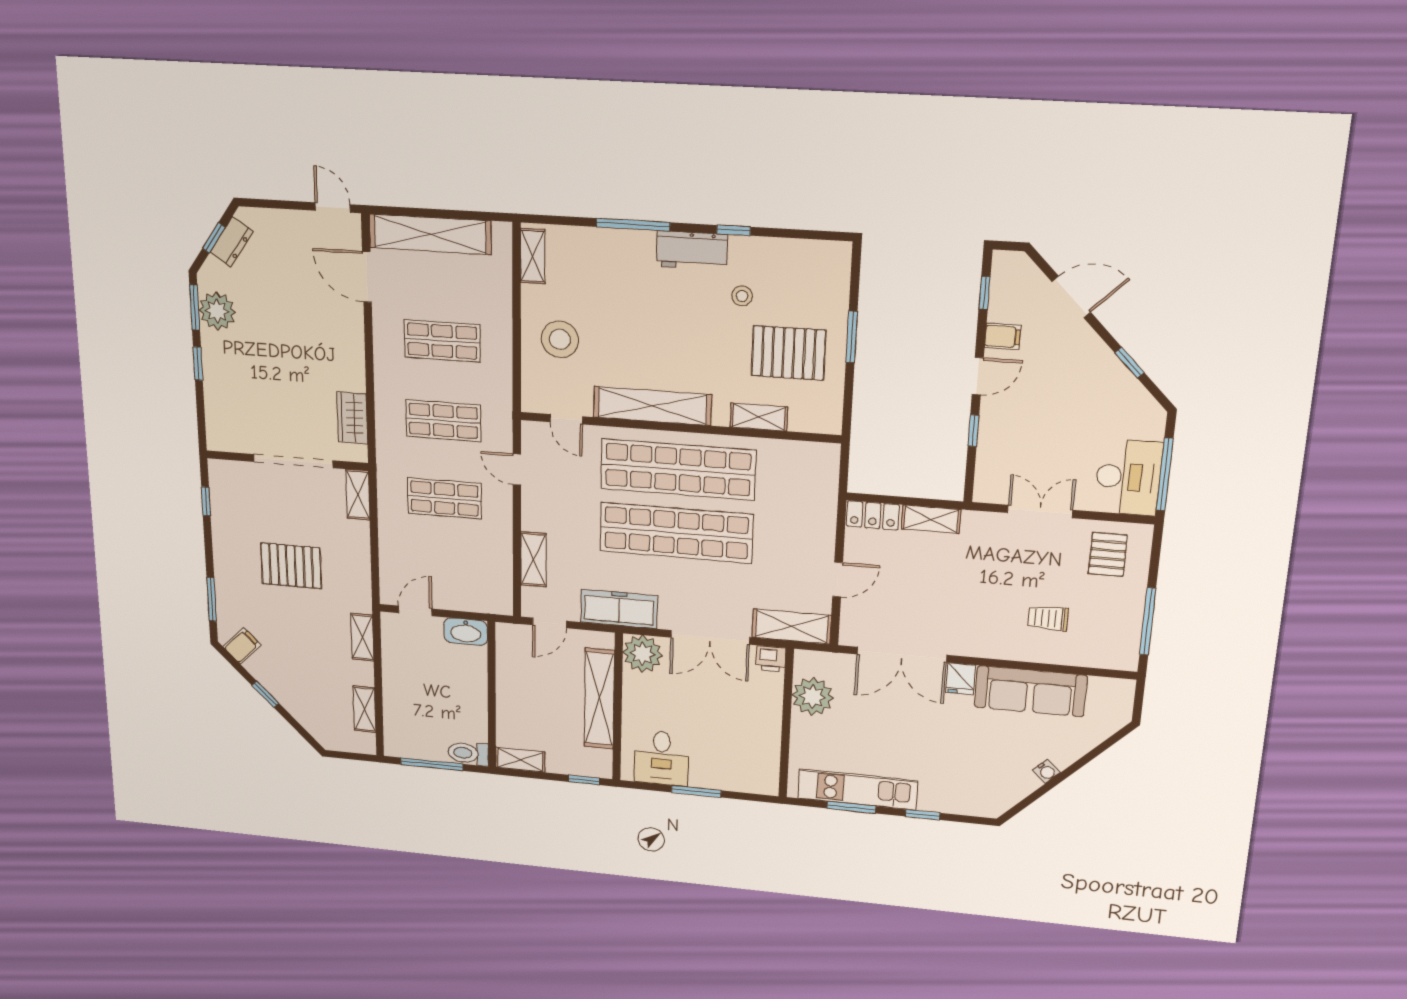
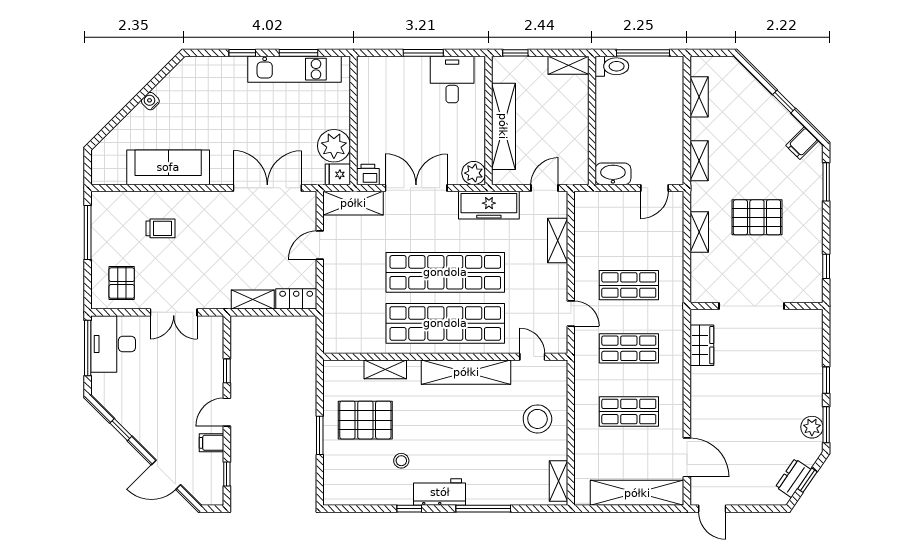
plant: (217, 311) -> (812, 427), width x0.73, depth x0.73
shelving: (358, 495) -> (699, 232), moved
plant: (642, 654) -> (474, 173), width x0.73, depth x0.73
fridge: (961, 679) -> (338, 174), moved, turned -90

